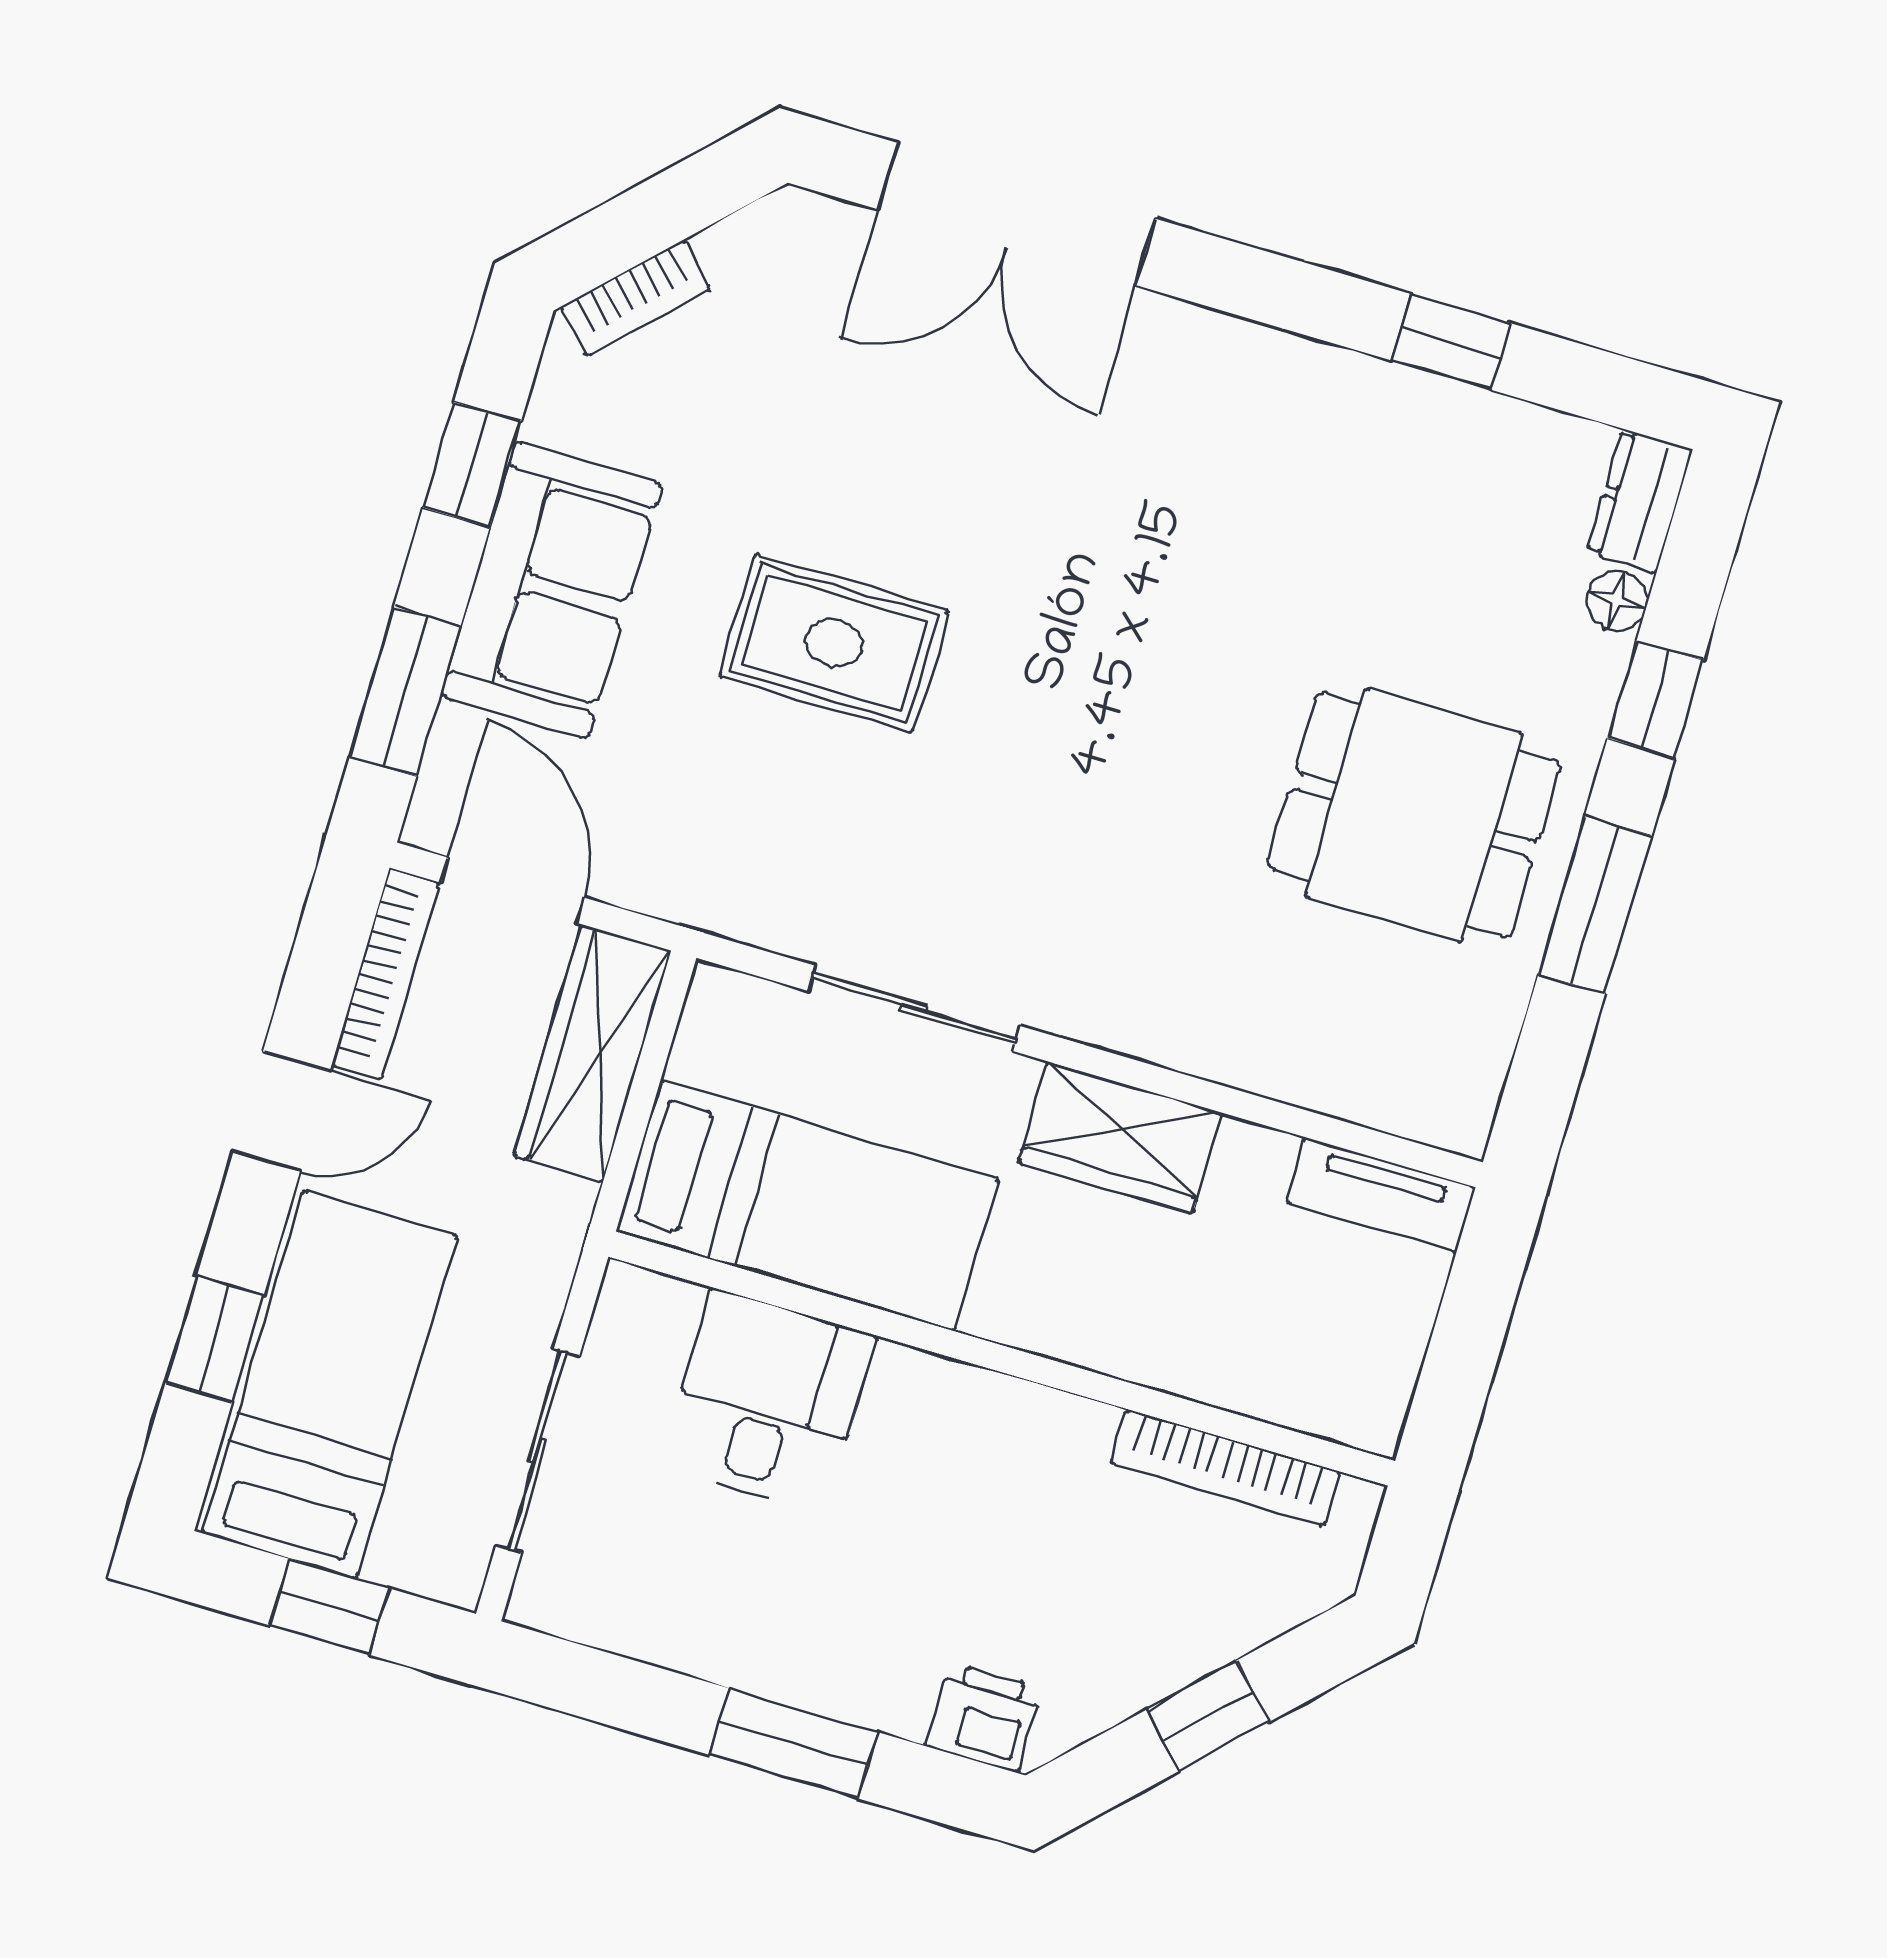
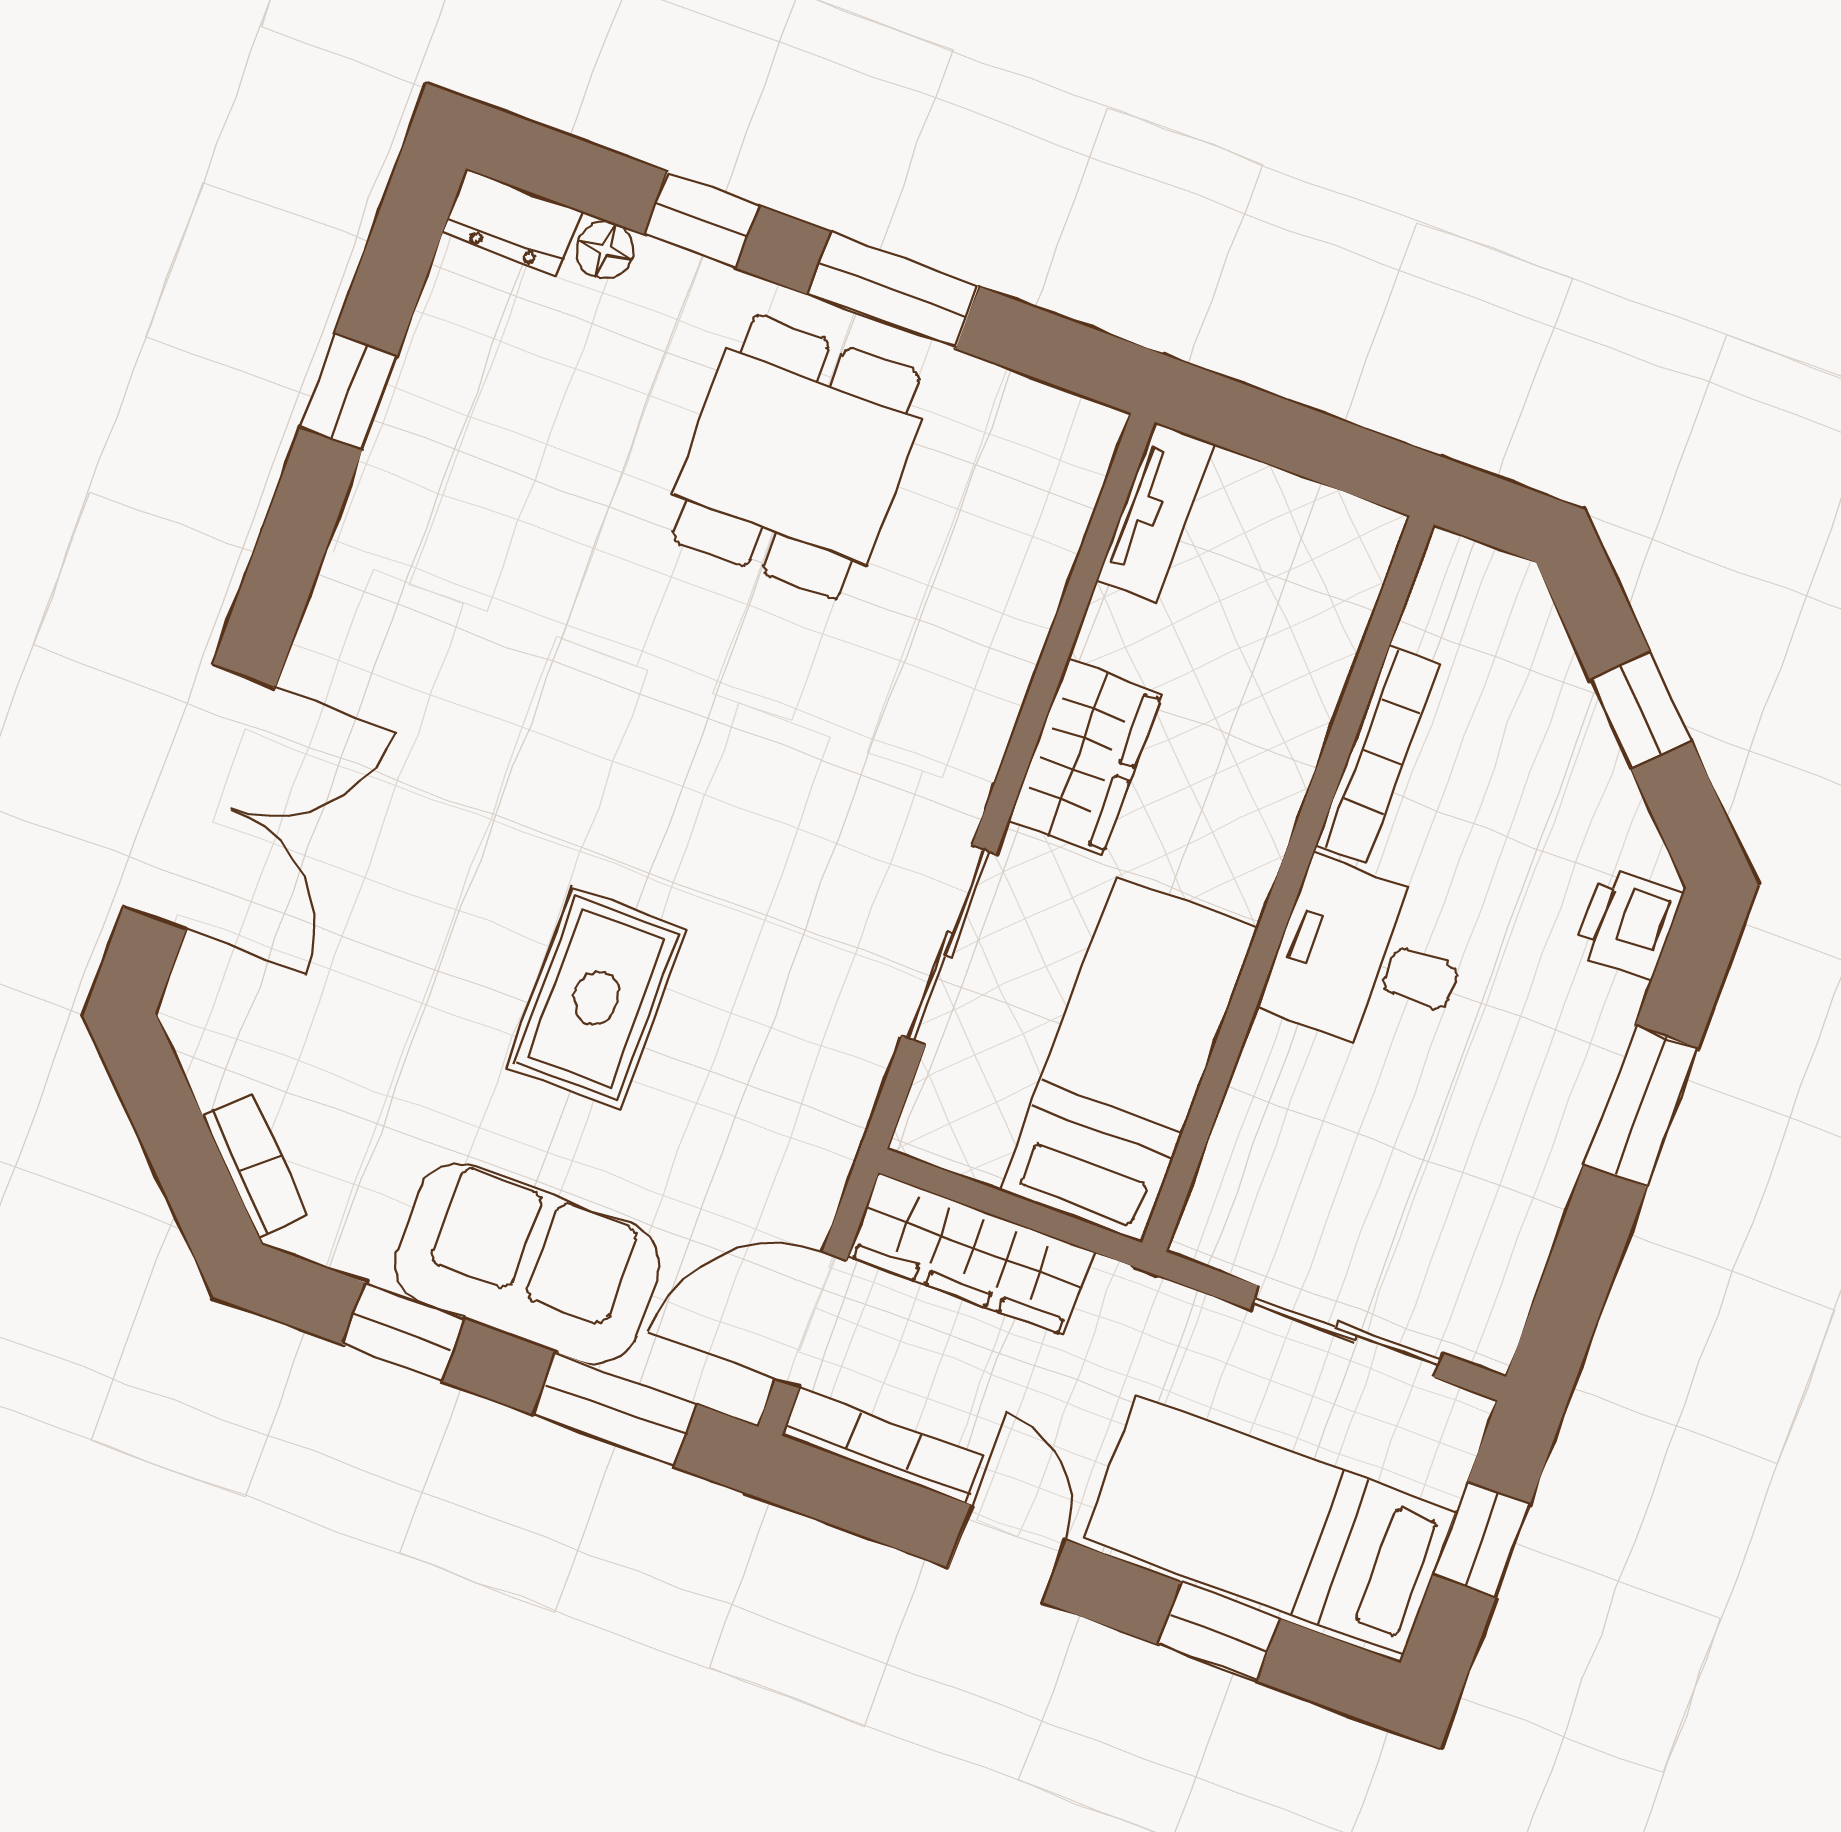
desk: (768, 1401) -> (1368, 960), moved
bookcase: (1225, 1468) -> (1377, 755), moved

